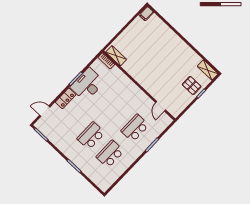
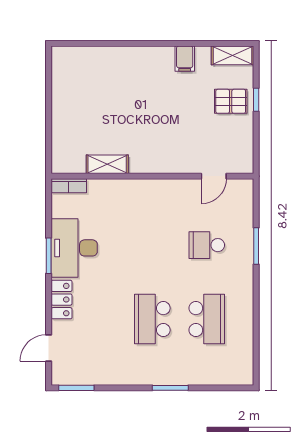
filing cabinet: (146, 13) -> (185, 59), moved
shelving: (116, 56) -> (107, 164), moved
door: (161, 106) -> (214, 176), hinge flipped
school desk: (135, 128) -> (207, 245), width x0.54
school desk: (110, 154) -> (207, 319), turned 180

